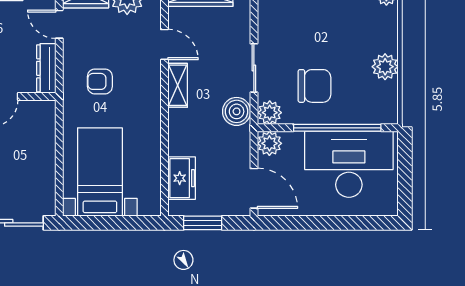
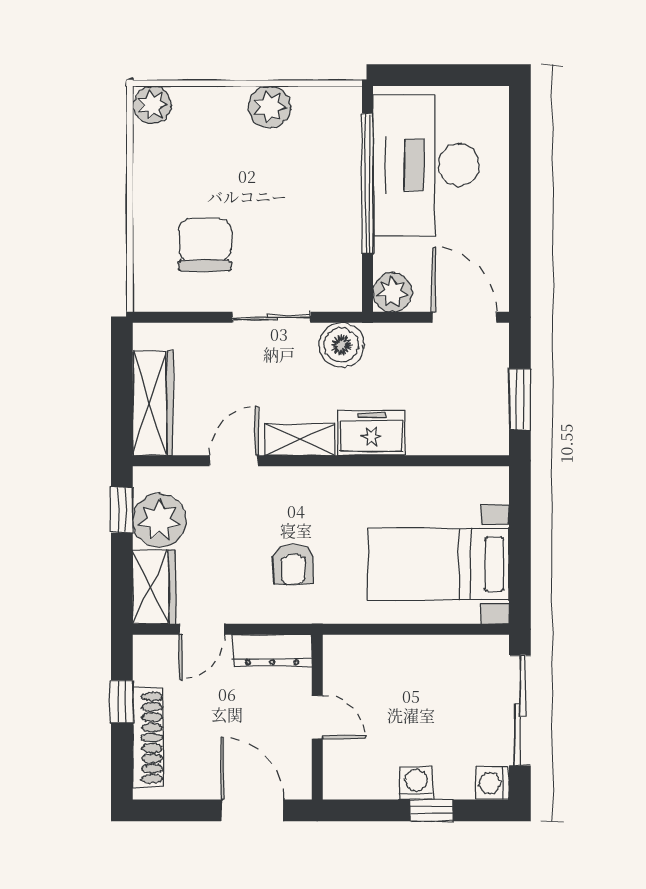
chair: (314, 86) -> (205, 245), moved
plant: (270, 113) -> (343, 292), removed
freezer: (182, 178) -> (371, 433), moved
door: (254, 188) -> (465, 317), hinge flipped

